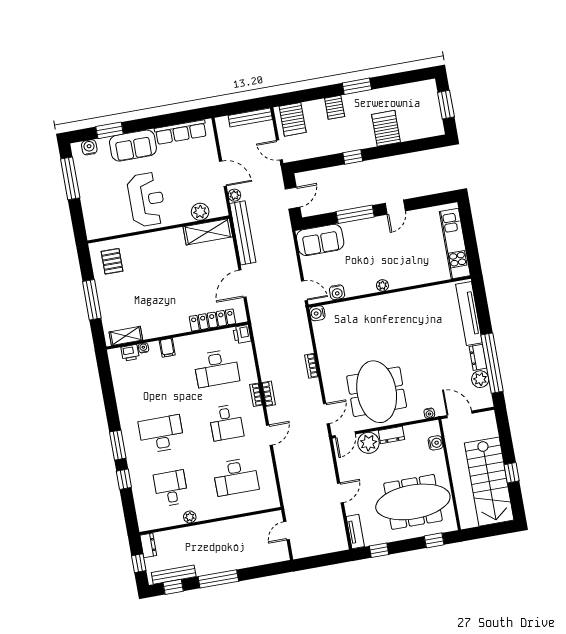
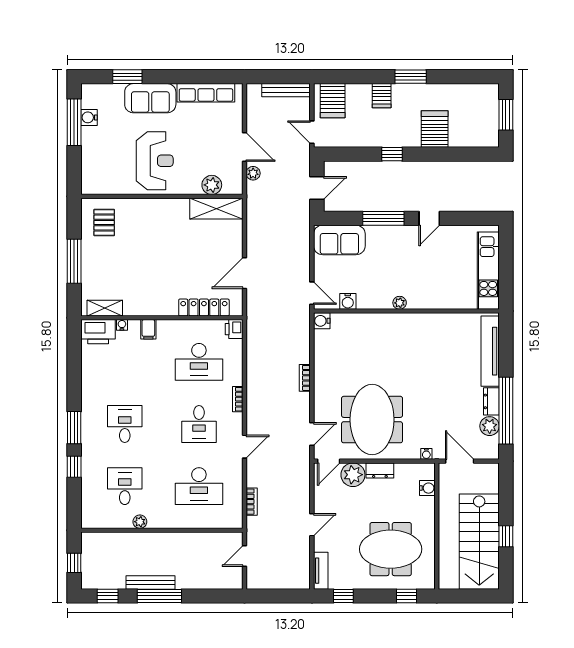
water cooler: (89, 147) -> (89, 117), moved, turned -90
bench: (243, 233) -> (255, 217), removed
printer: (130, 353) -> (98, 332), width x1.87, depth x1.48
bookcase: (269, 394) -> (252, 502), moved
desk: (161, 434) -> (125, 424), width x0.73
meeting table: (413, 502) -> (391, 549), width x0.73
dresser: (148, 545) -> (88, 545), removed
bench: (174, 575) -> (151, 582), moved

